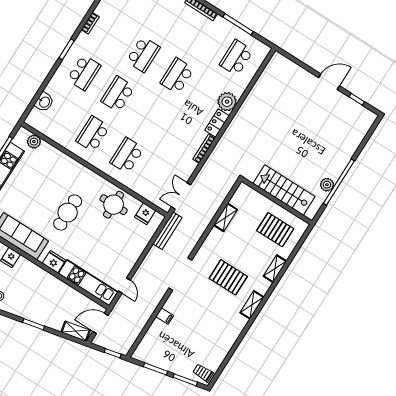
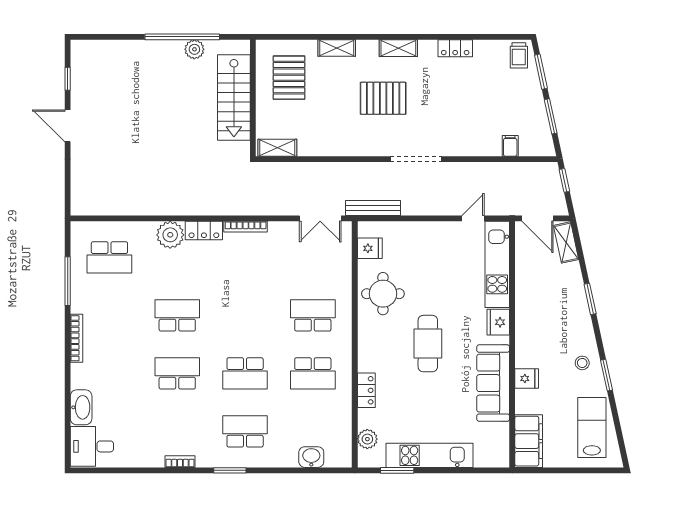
school desk: (177, 76) -> (177, 315), turned 180
school desk: (127, 155) -> (313, 315), turned 180
locker: (63, 159) -> (366, 390), added
cafe table: (68, 213) -> (428, 344), turned 90
shelving: (226, 217) -> (277, 148), moved
pallet: (228, 277) -> (383, 98), turned 90
filing cabinet: (165, 316) -> (510, 146), moved
locker: (231, 338) -> (455, 48), added

